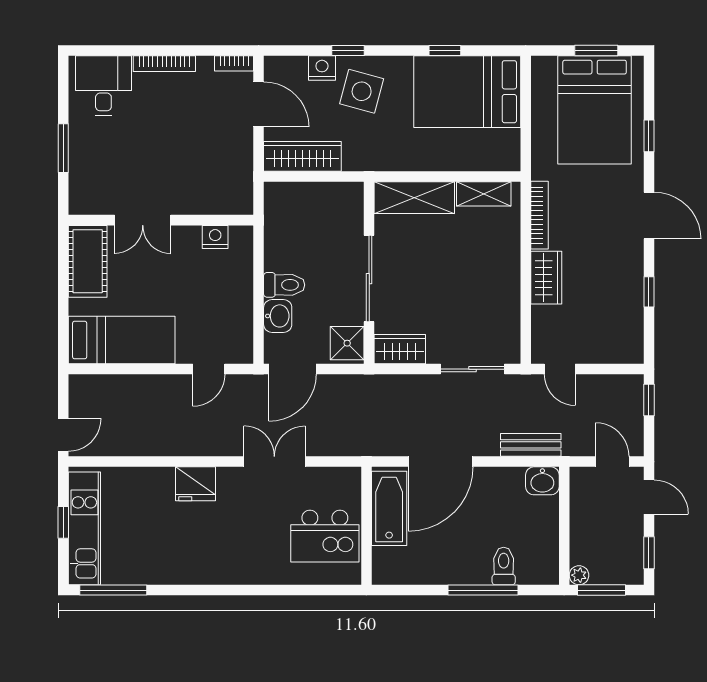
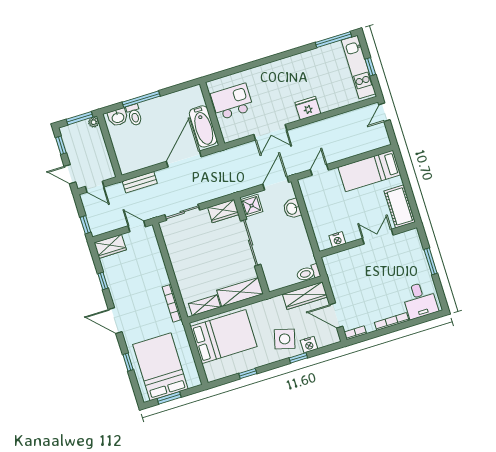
bed: (467, 92) -> (224, 337), moved
wardrobe: (546, 278) -> (110, 246), moved, turned -90
toilet: (284, 285) -> (308, 273), moved
washbasin: (542, 481) -> (118, 117), moved, turned 180

